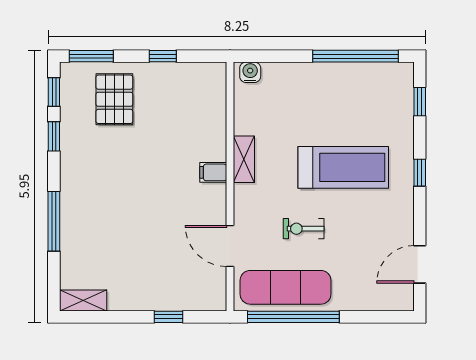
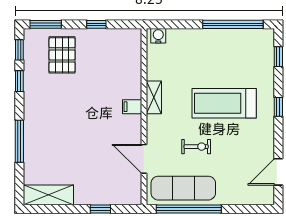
treadmill: (343, 167) -> (224, 103), turned 180
exercise bike: (304, 229) -> (196, 147), turned 180
shelving: (83, 301) -> (48, 195), width x1.50, depth x1.33

